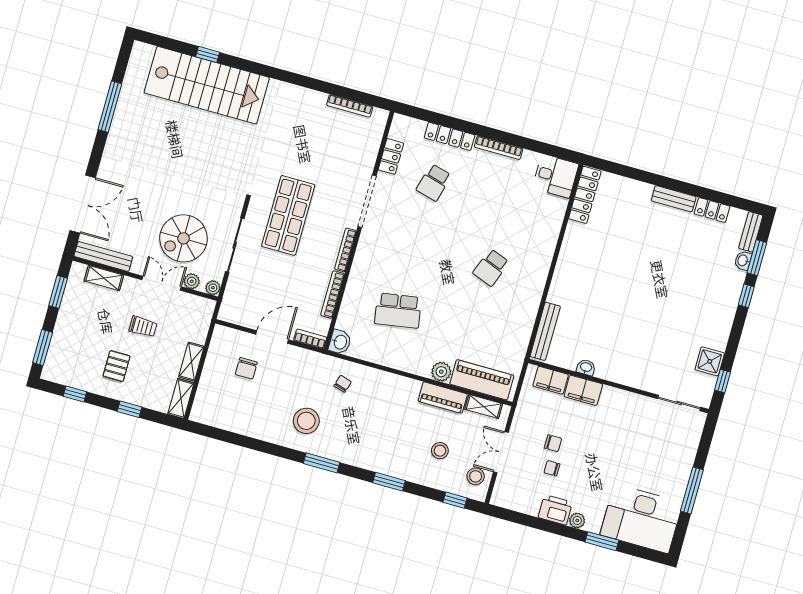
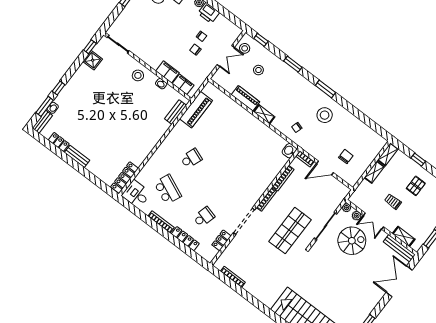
school desk: (398, 311) -> (168, 189), moved, turned 33
bench: (545, 331) -> (175, 112), width x0.73
stool: (628, 366) -> (138, 75), added
plant: (441, 372) -> (241, 113), removed
piano: (482, 380) -> (196, 110), moved, turned -90
shelving: (484, 406) -> (264, 114), moved

